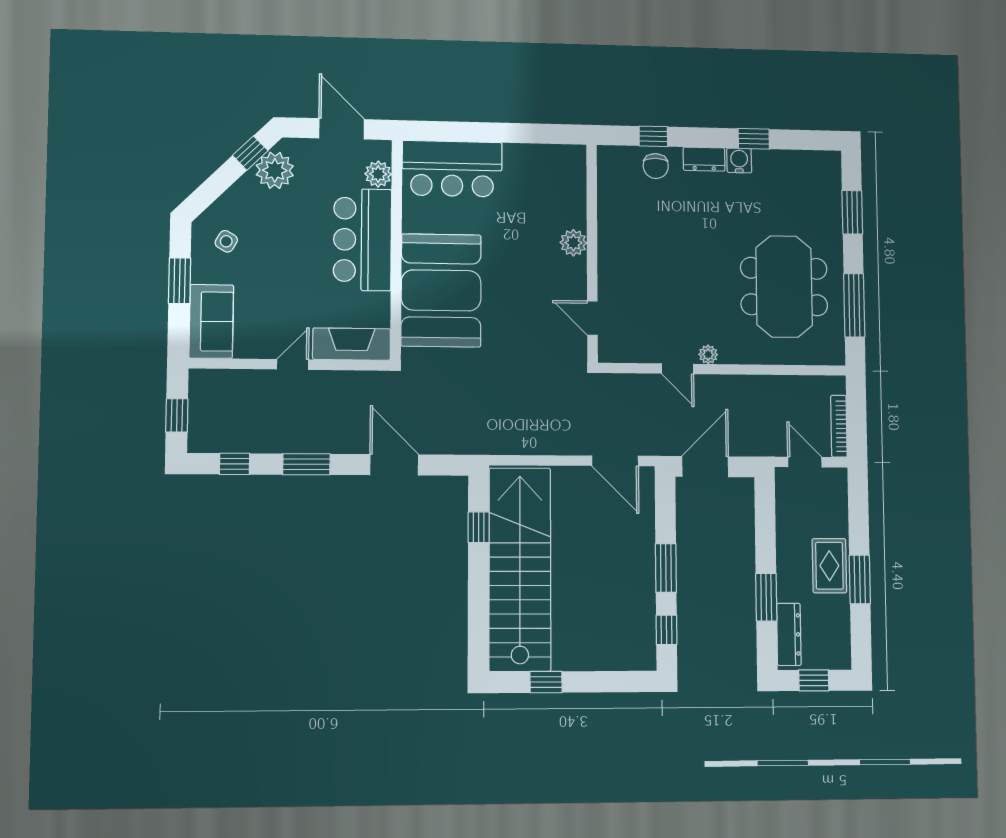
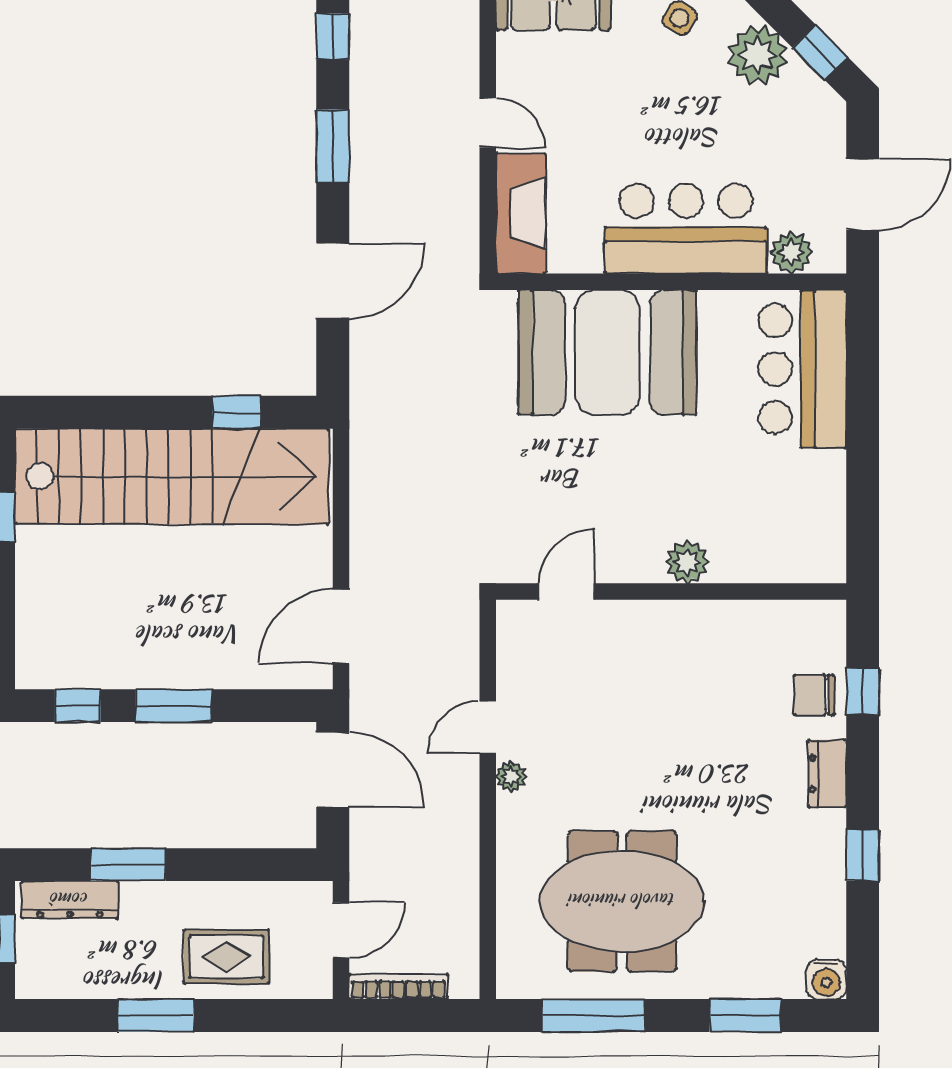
water cooler: (739, 160) -> (826, 979), moved, turned 90
plant: (275, 170) -> (757, 55), moved
rug: (829, 566) -> (226, 957), moved

